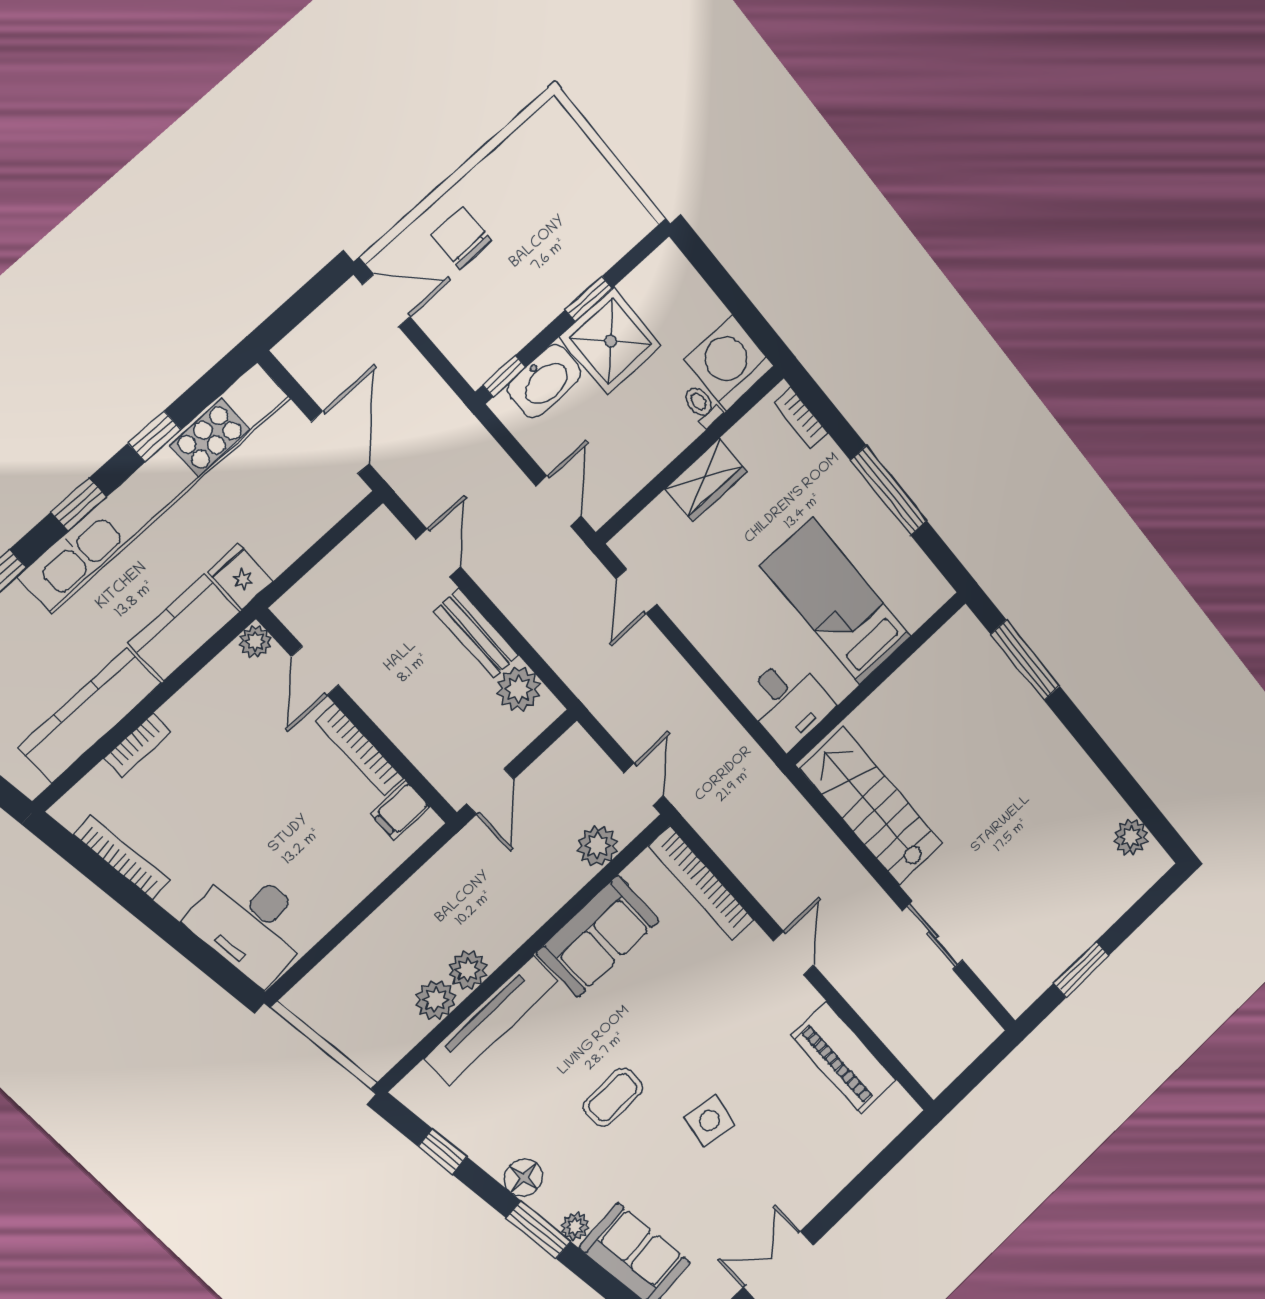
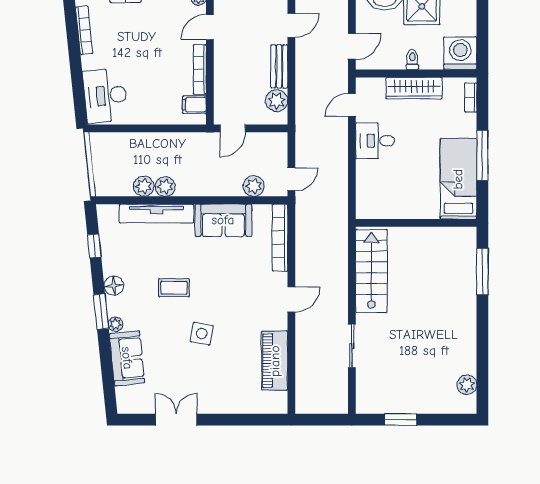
toilet: (702, 406) -> (412, 60), moved
wardrobe: (706, 480) -> (414, 88), width x1.50
bed: (836, 601) -> (458, 179), moved
desk: (788, 702) -> (375, 141), moved, turned 90

